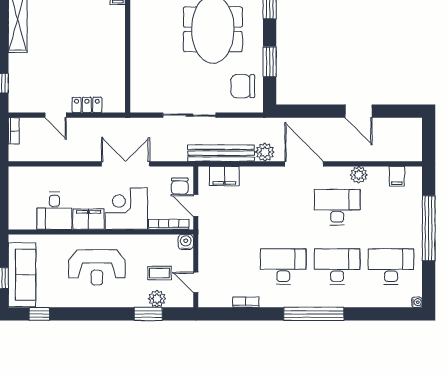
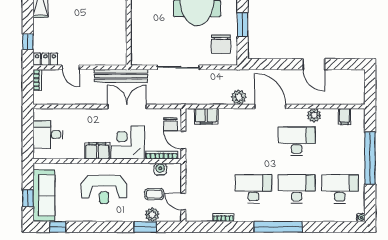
chair: (243, 86) -> (221, 44), turned -90
locker: (87, 105) -> (45, 59), moved
bench: (221, 153) -> (121, 76), moved
desk: (54, 211) -> (48, 134), moved, turned 90
water cooler: (186, 242) -> (160, 169), moved

